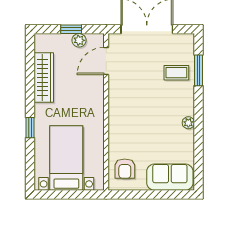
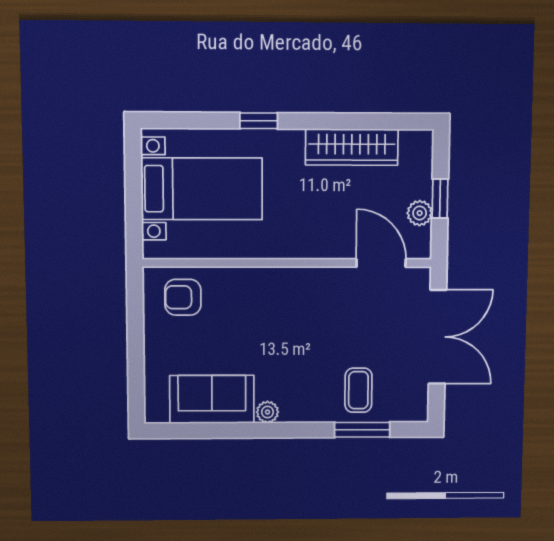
sofa: (170, 177) -> (212, 399), moved, turned -90

